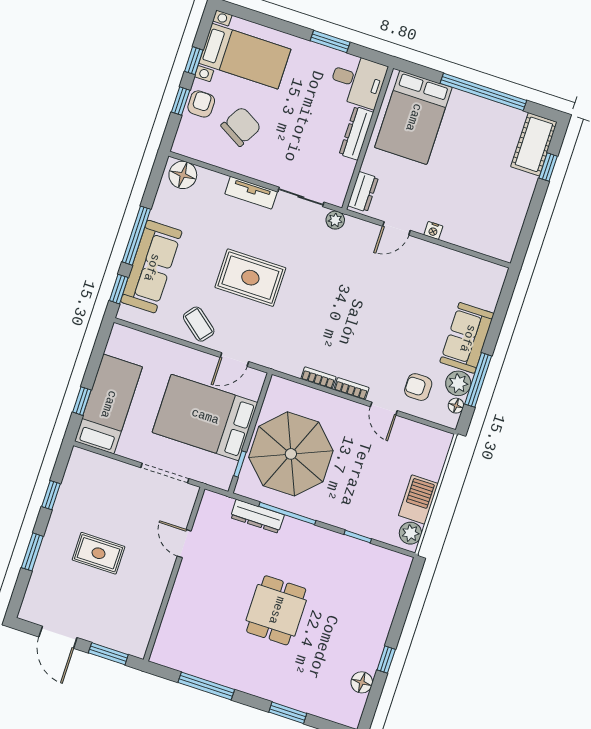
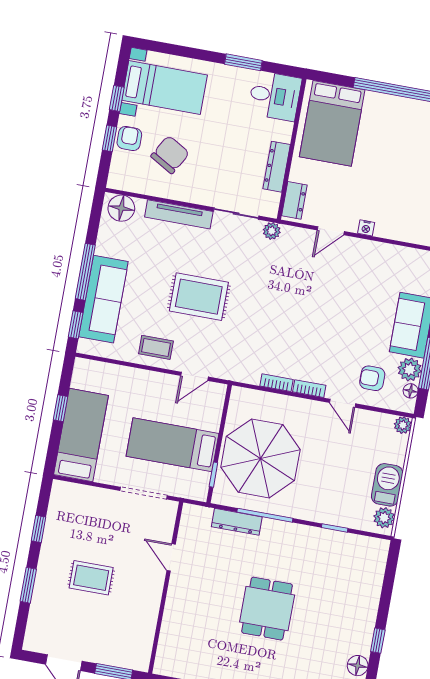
dresser: (356, 133) -> (277, 167), moved
tv unit: (251, 193) -> (179, 214), width x1.41
coffee table: (199, 324) -> (156, 347), turned -39
window: (82, 401) -> (60, 408), moved
bed: (205, 417) -> (172, 445), width x0.67
plant: (443, 440) -> (403, 425), added

